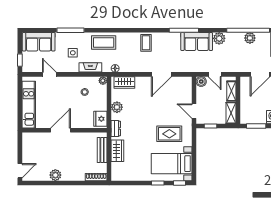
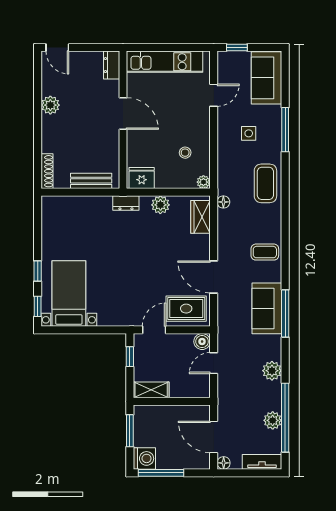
sofa: (197, 42) -> (267, 308), moved
fireplace: (90, 67) -> (225, 162), removed
shelving: (231, 91) -> (187, 391), removed
rug: (169, 134) -> (186, 309), moved, turned 90
dresser: (31, 137) -> (112, 65), added
wardrobe: (117, 151) -> (90, 206), removed

